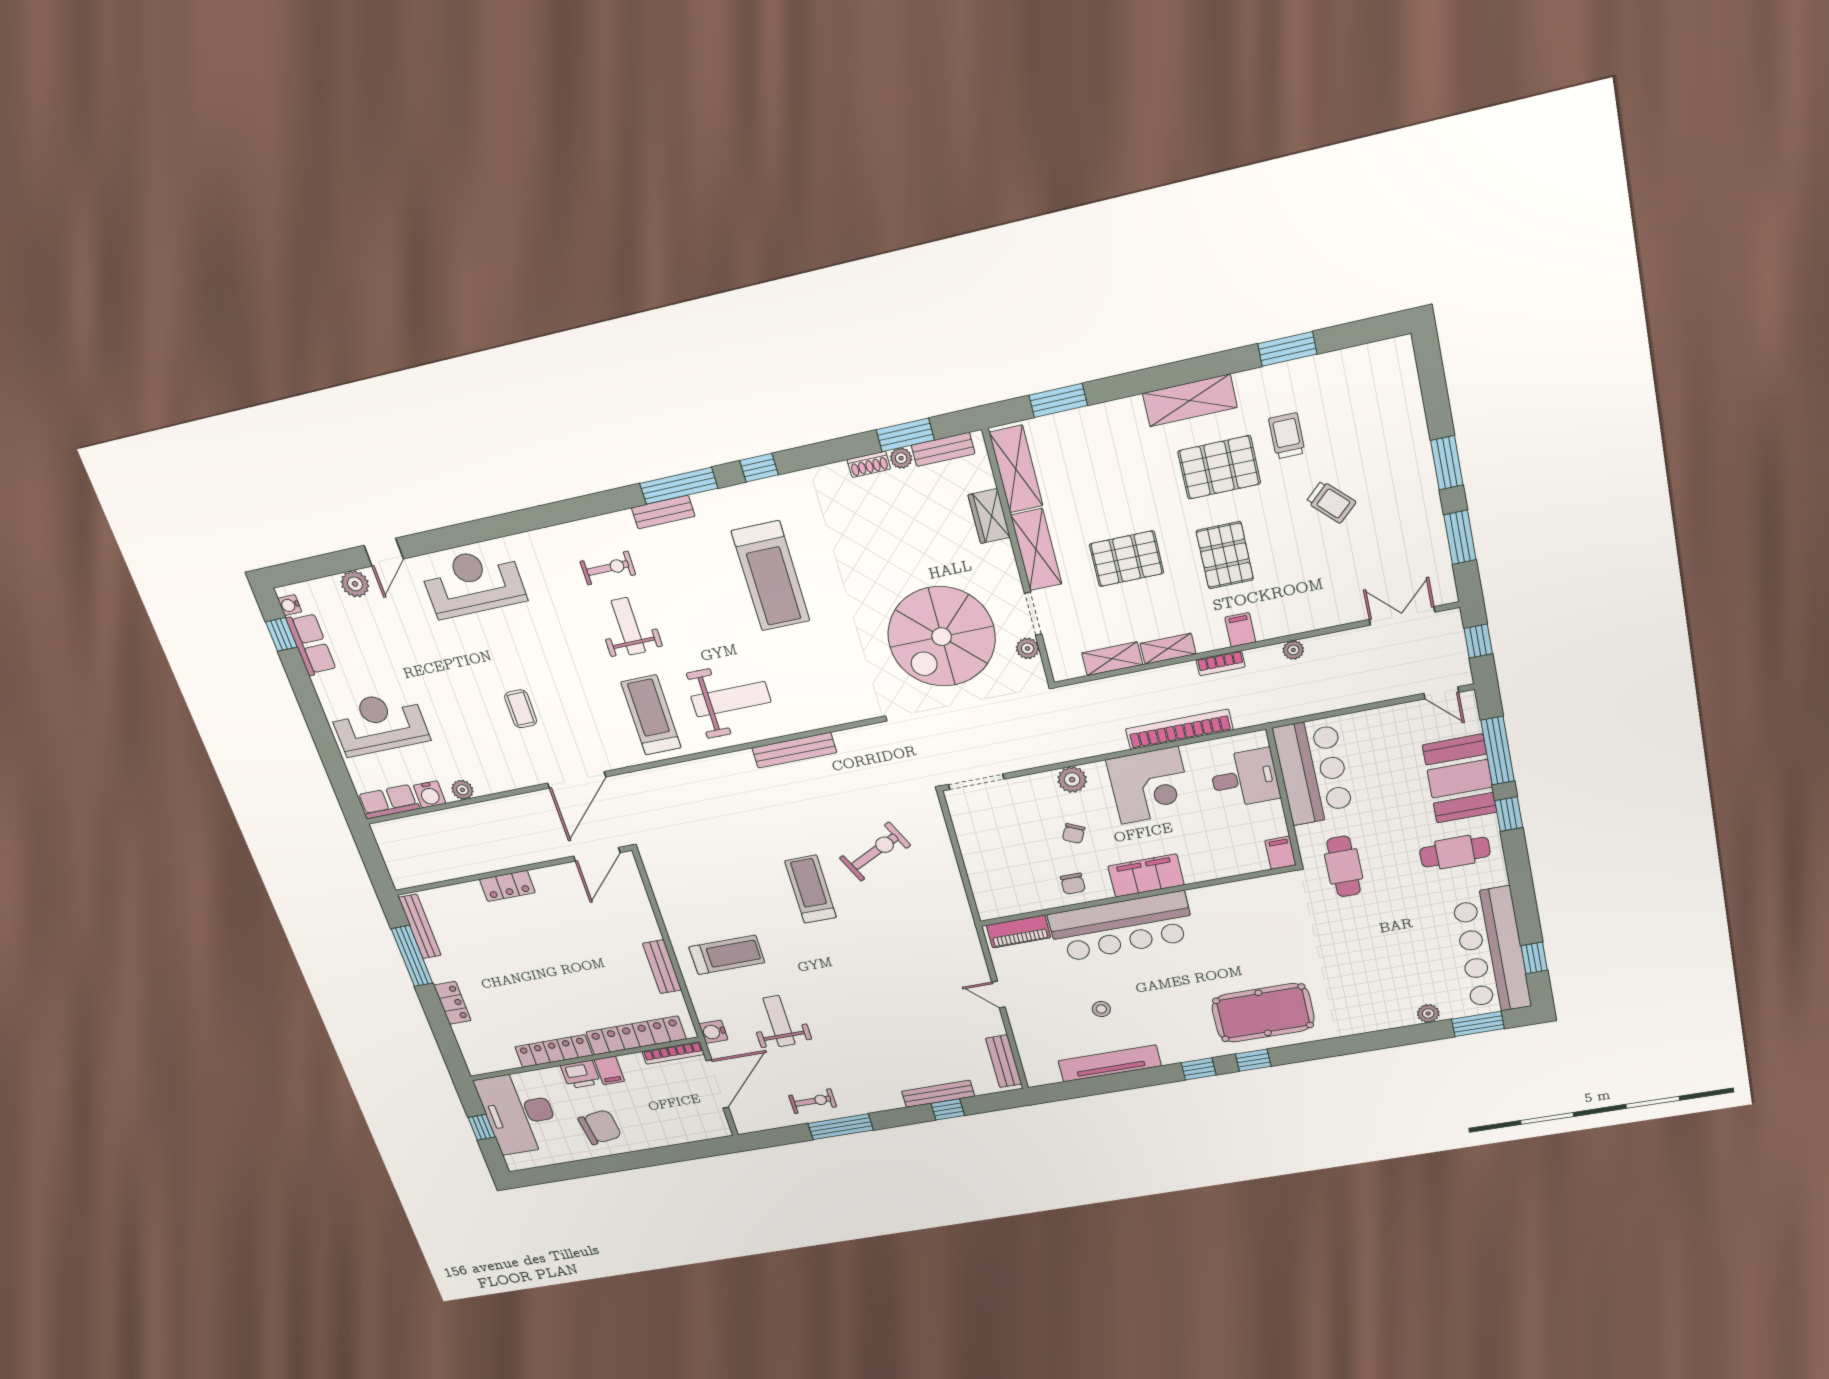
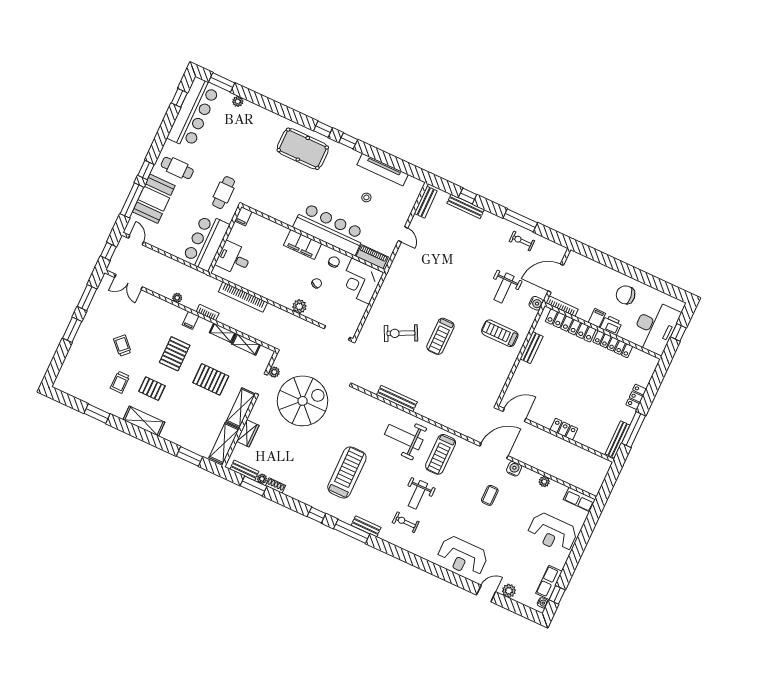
pallet: (1219, 467) -> (152, 389), width x0.67, depth x0.71
corner desk: (1150, 785) -> (361, 281), moved, turned -90
water cooler: (430, 794) -> (514, 469), moved

